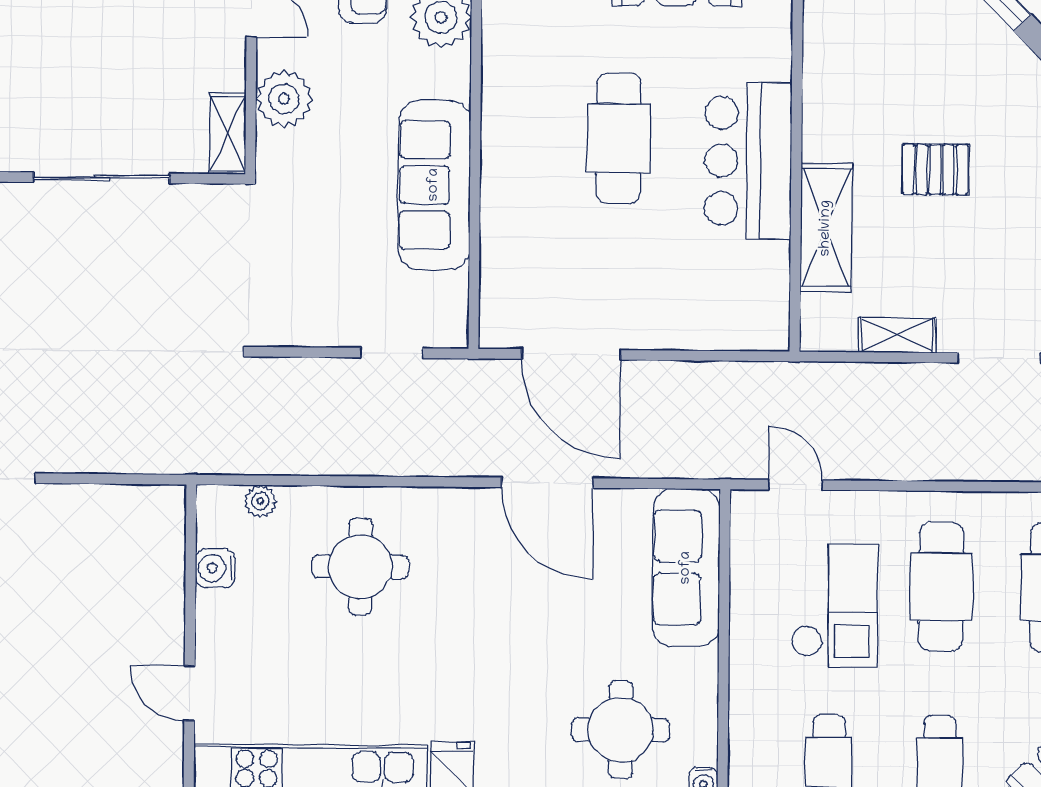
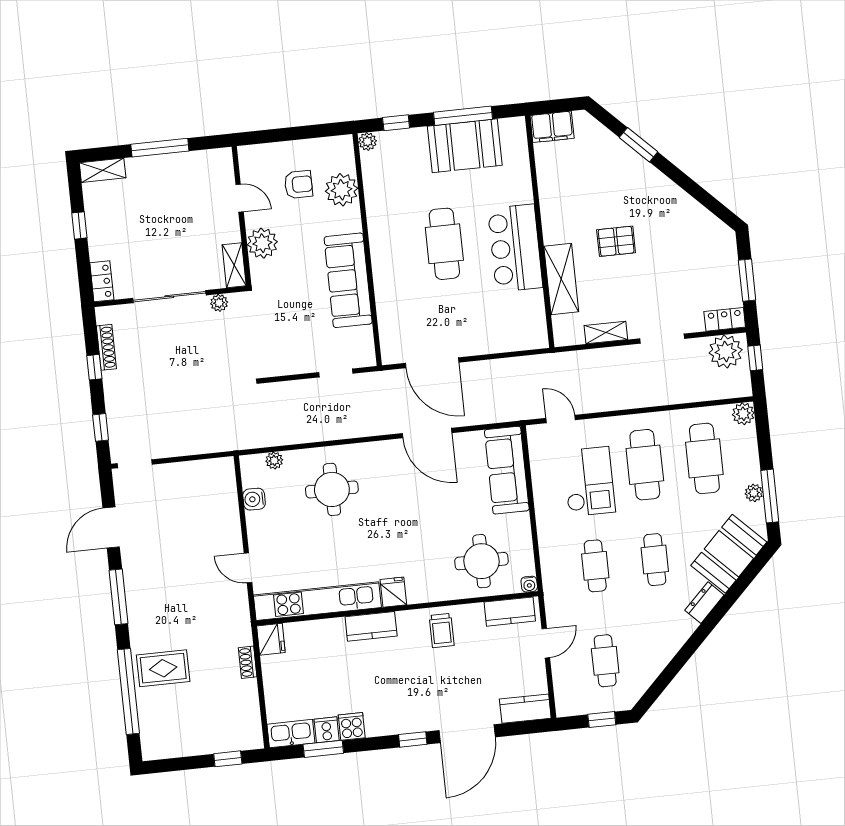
plant: (192, 200) -> (219, 303), added

